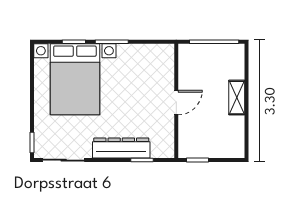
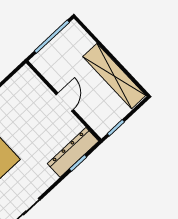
shelving: (237, 98) -> (114, 76), width x2.20, depth x1.33
dresser: (121, 148) -> (73, 152), moved

